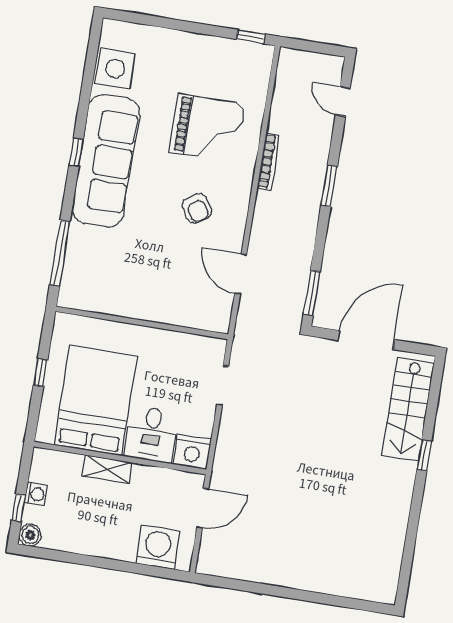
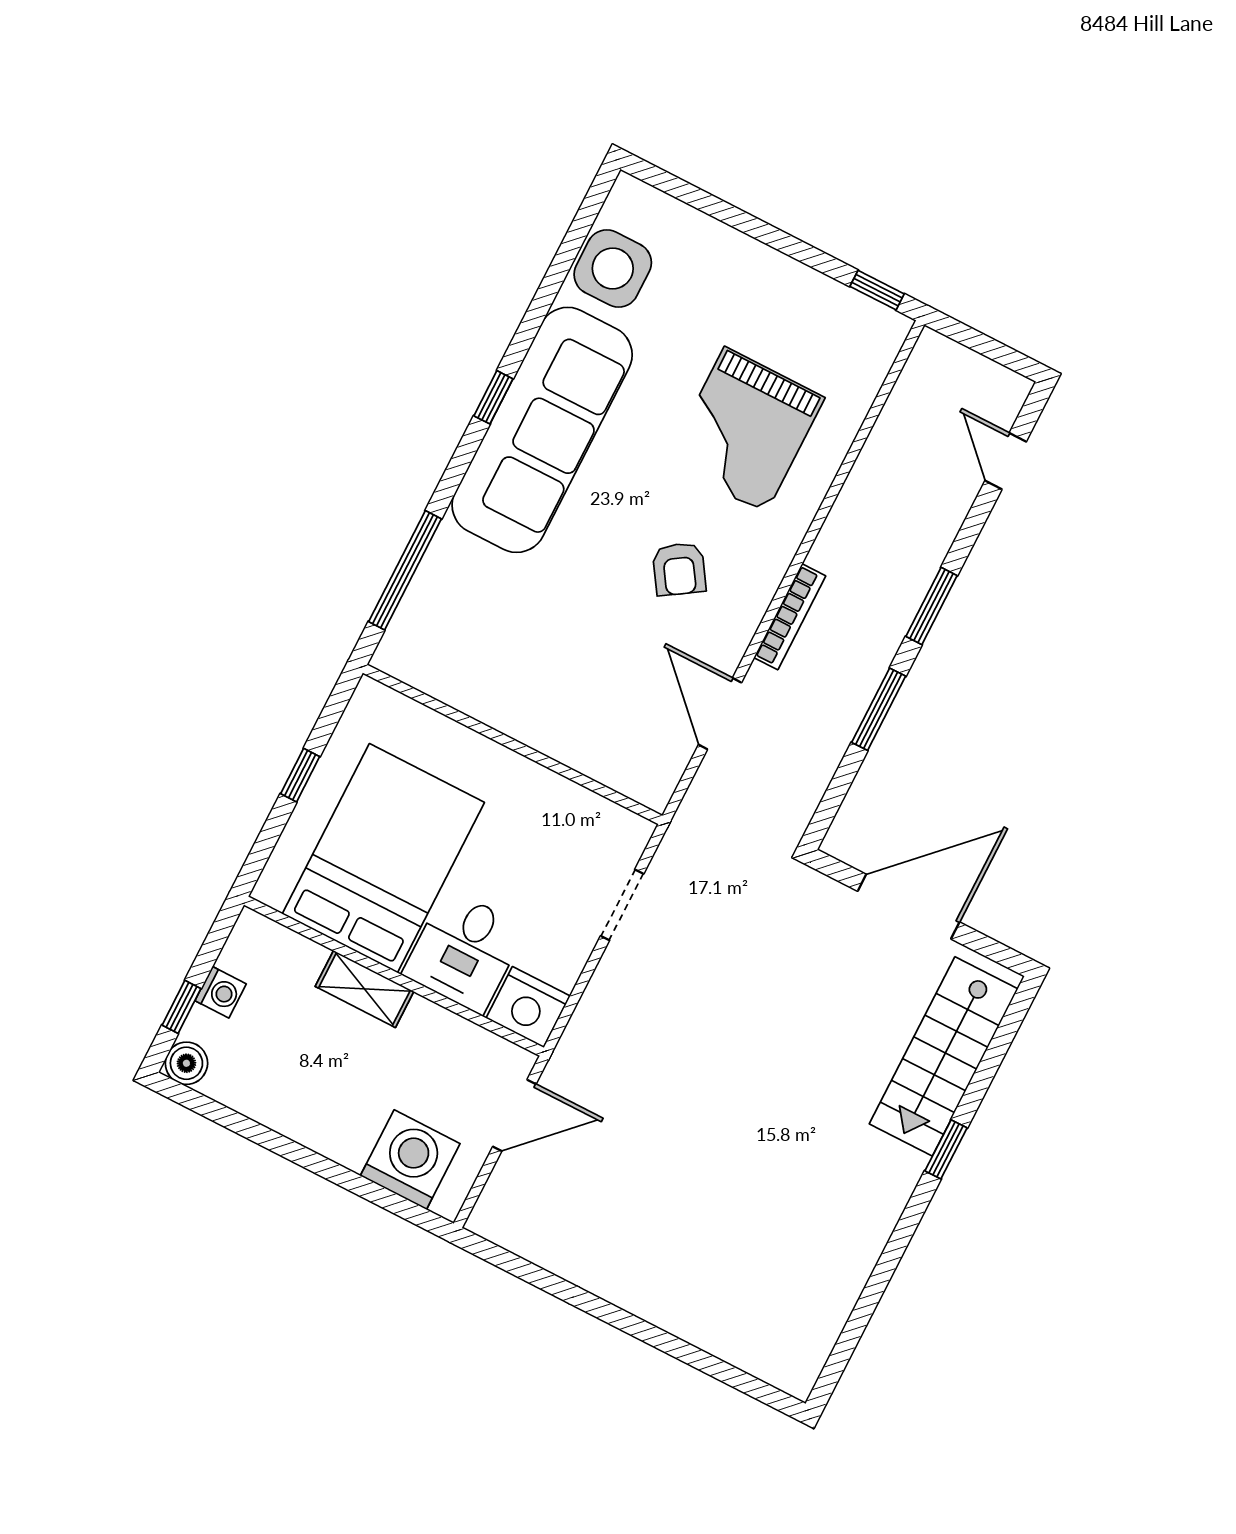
grand piano: (207, 128) -> (745, 430), turned 90
bookcase: (268, 162) -> (790, 617), moved
window: (312, 293) -> (879, 709), moved

